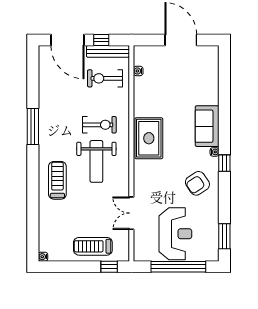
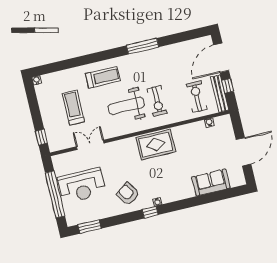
sofa: (207, 126) -> (211, 183), moved
treadmill: (93, 246) -> (73, 108), moved

